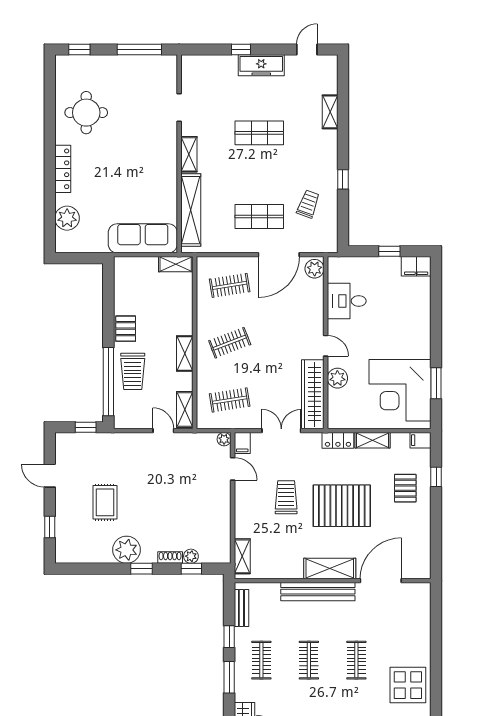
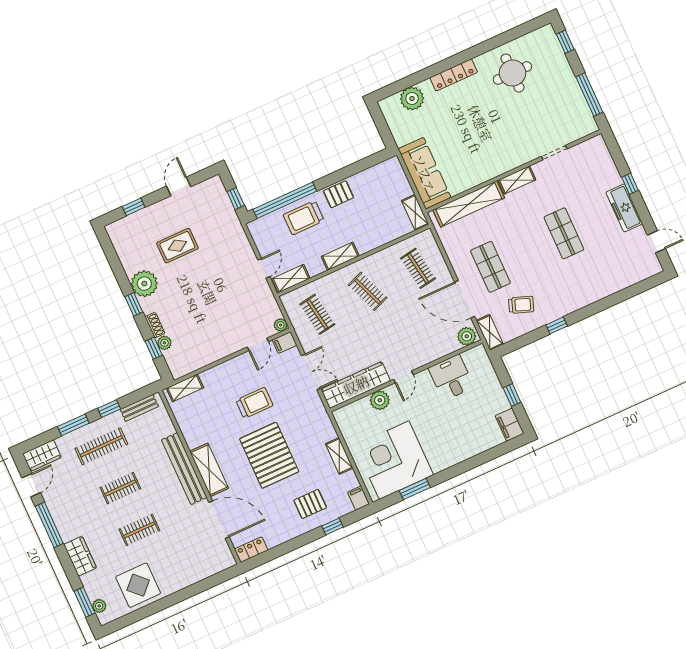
shelving: (330, 112) -> (490, 332), moved, turned 90
locker: (338, 440) -> (251, 550), moved, turned 90
clothes rail: (261, 660) -> (101, 446), width x1.36

